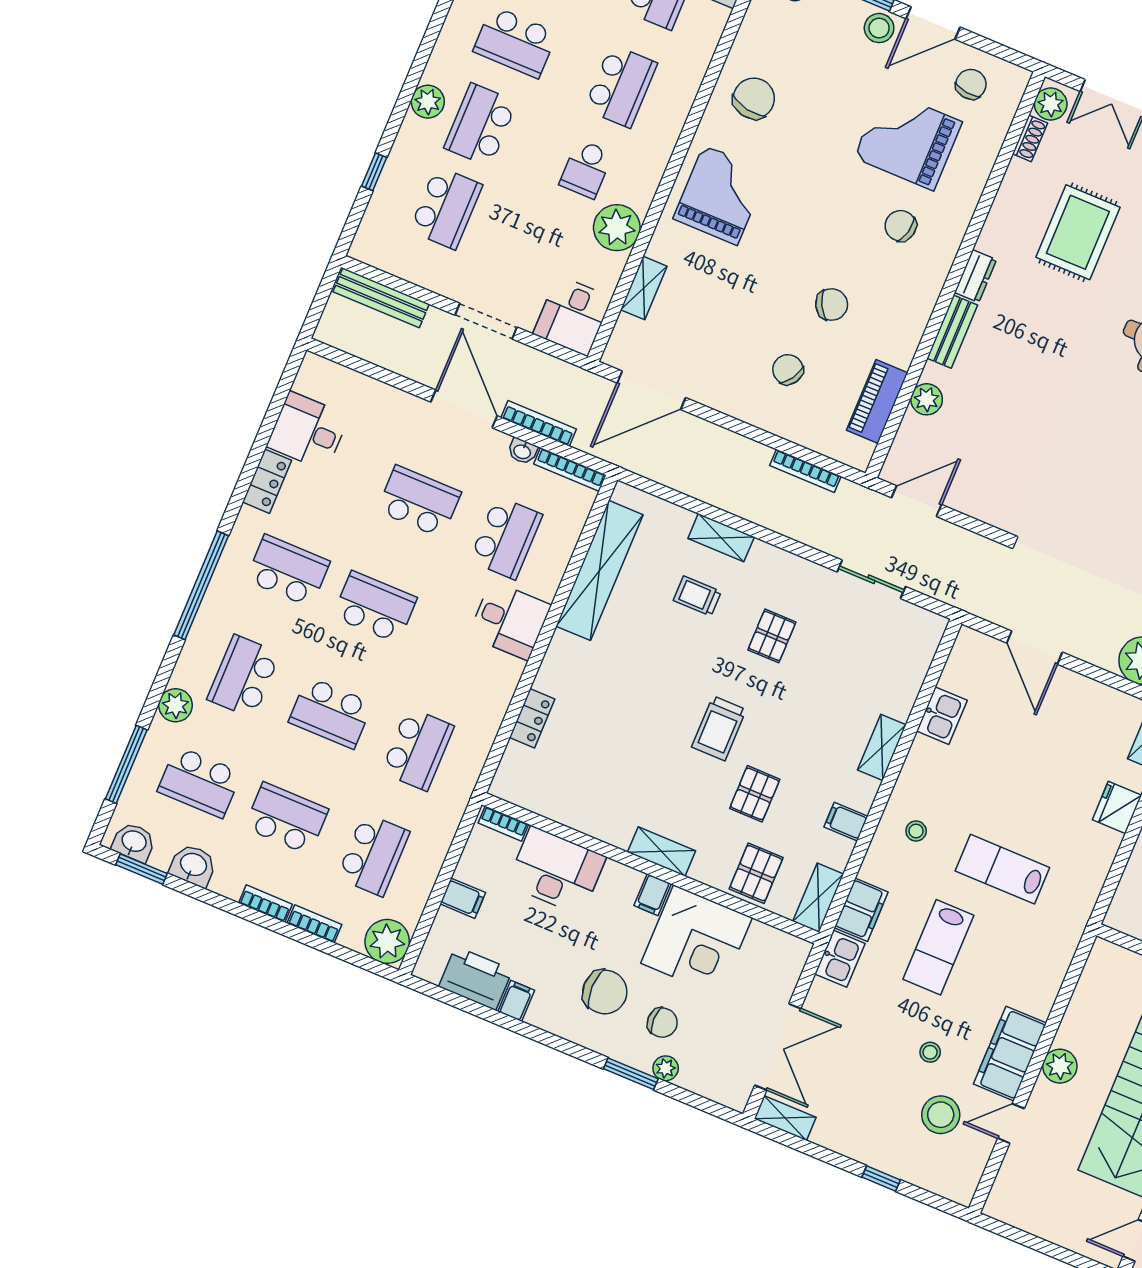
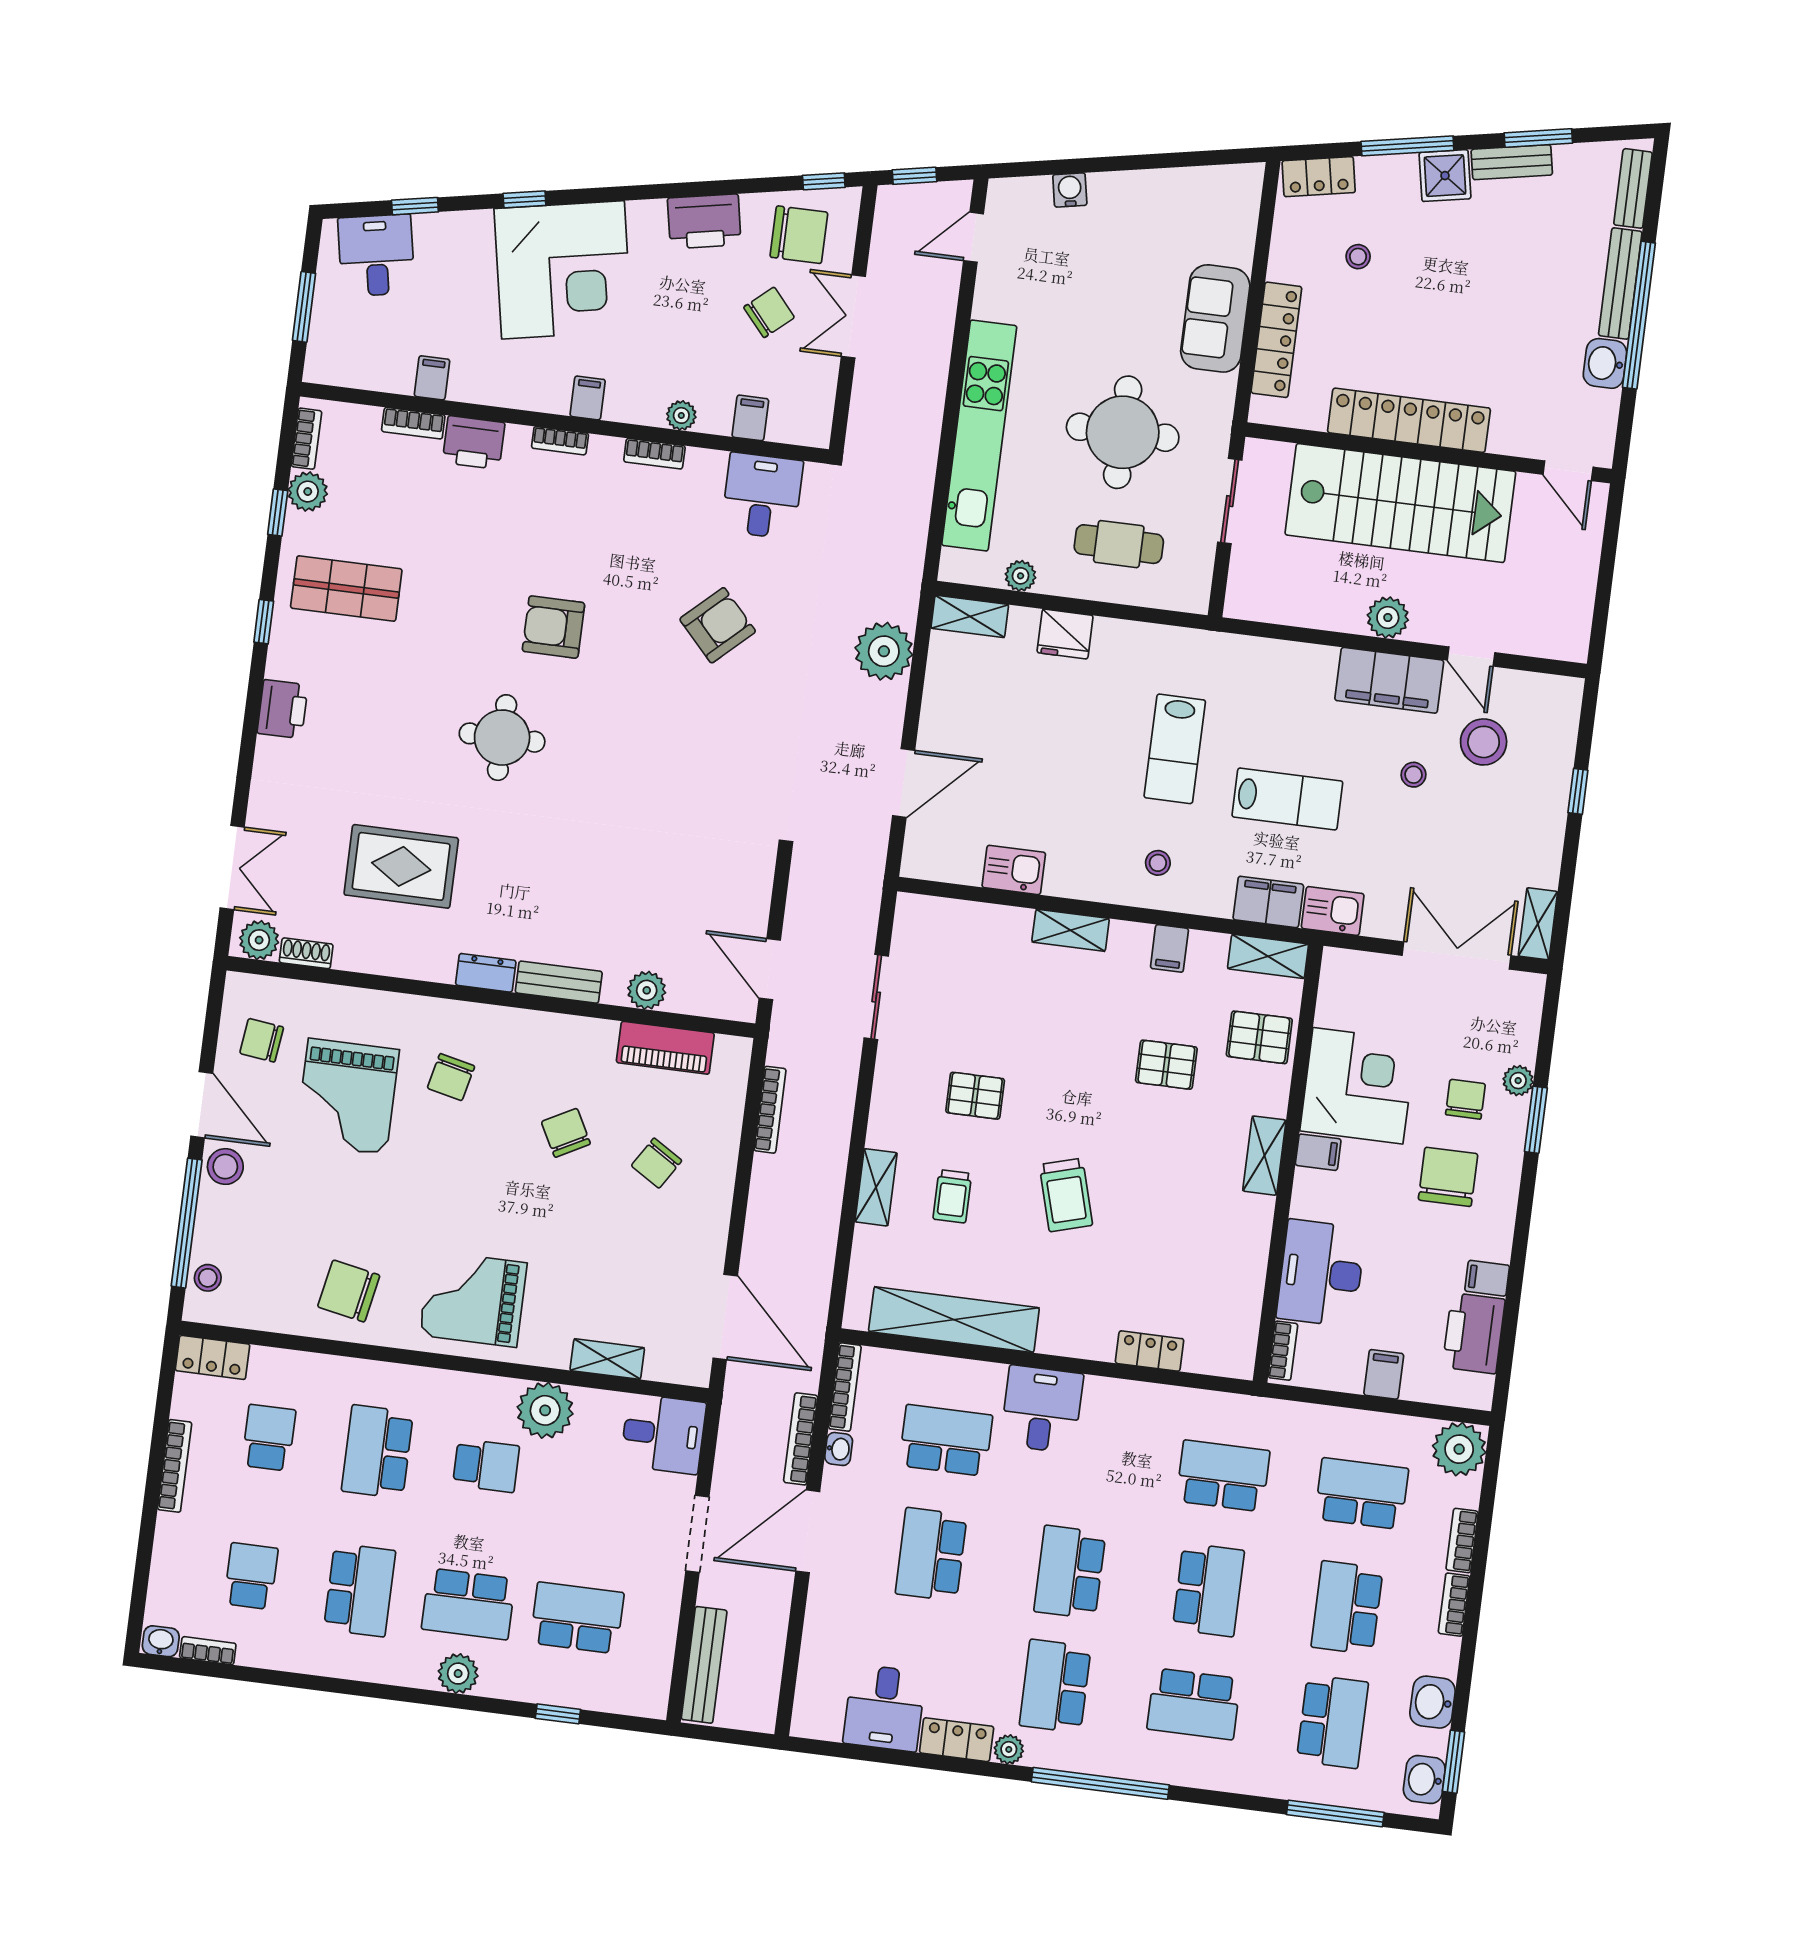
school desk: (621, 86) -> (377, 1452), turned -90
plant: (176, 705) -> (1009, 1749), moved, width x0.73, depth x0.73
trolley: (719, 728) -> (1066, 1195), moved, turned 74

